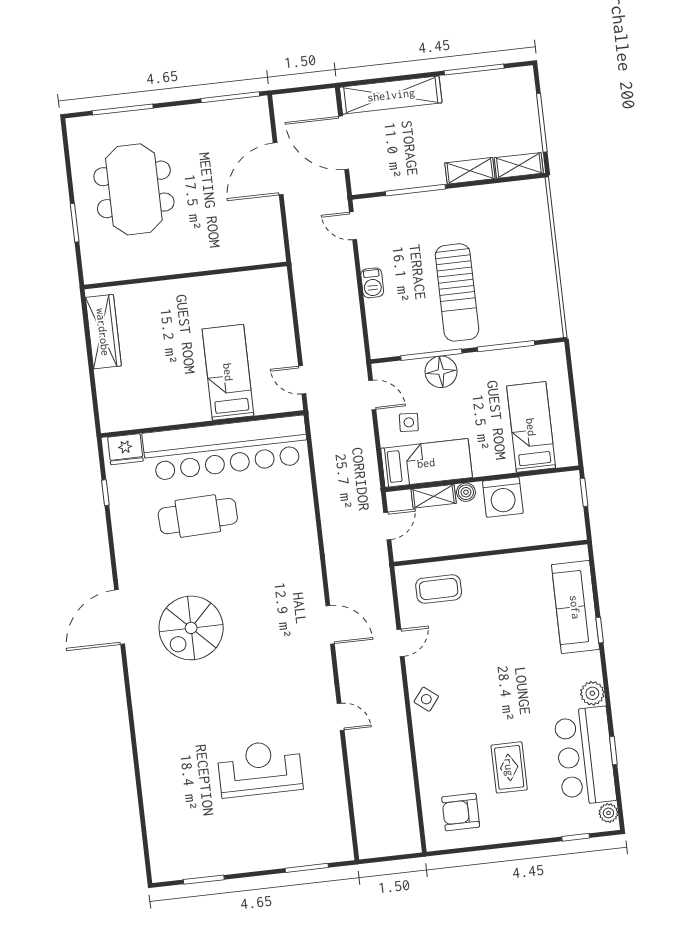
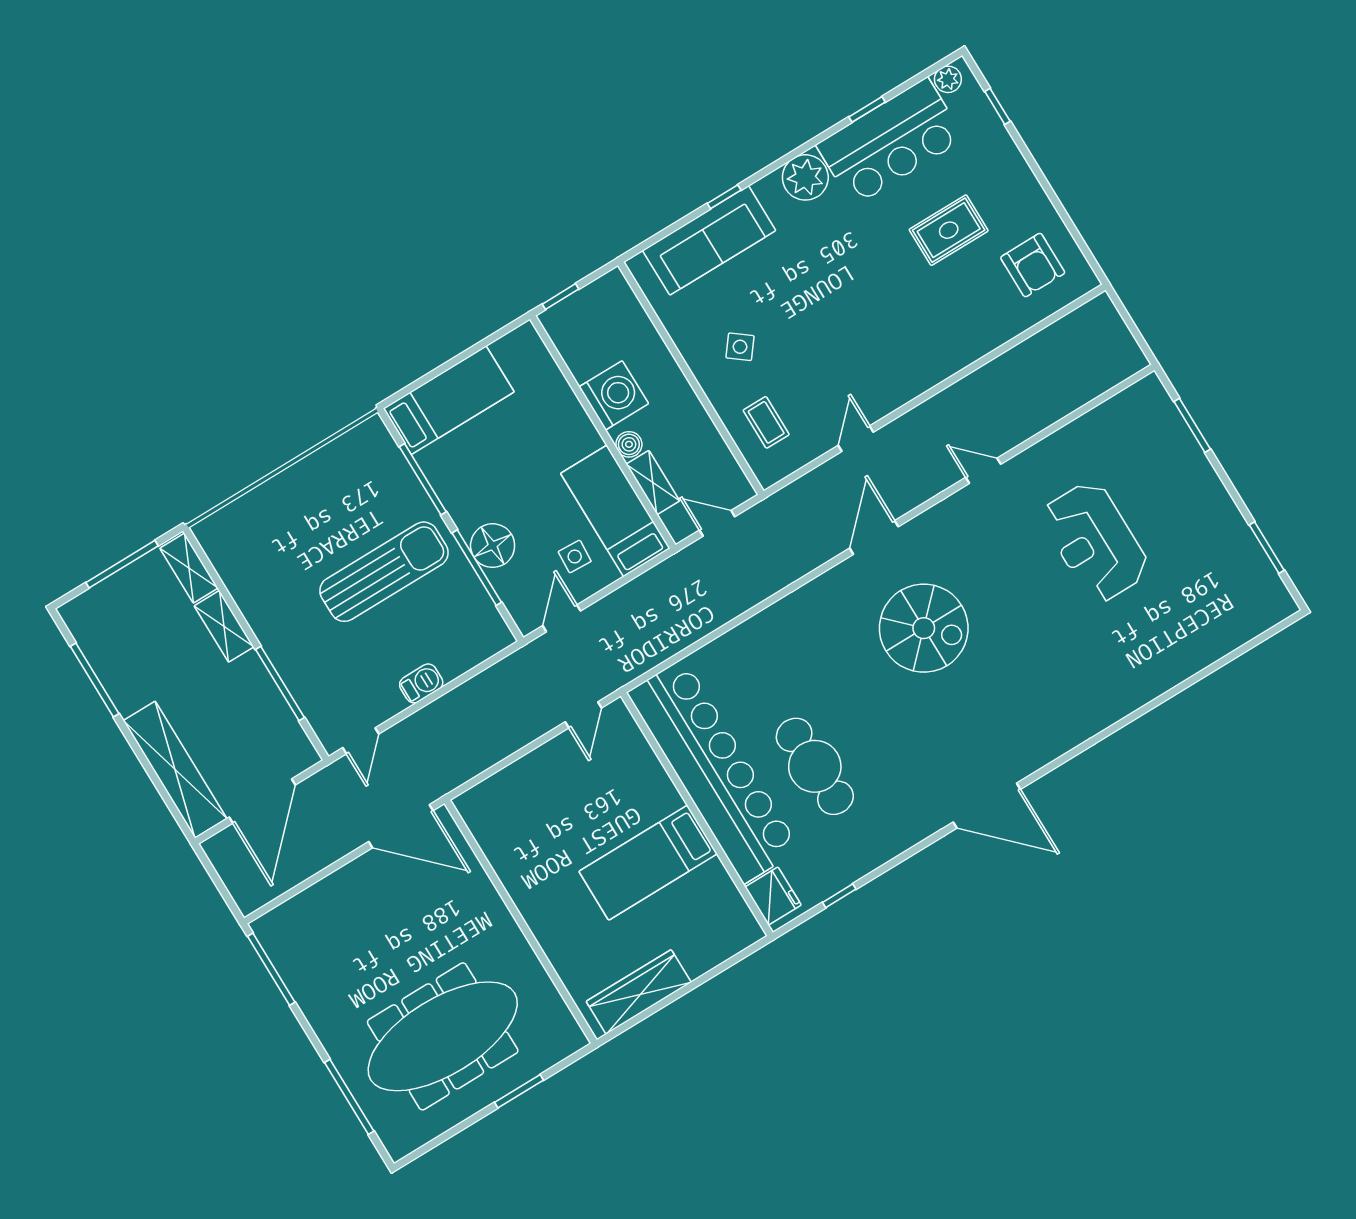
door: (278, 169) -> (401, 826), moved
meeting table: (134, 189) -> (443, 1036), width x1.36
bed: (228, 372) -> (648, 863), moved
bed: (531, 427) -> (449, 400), moved, turned 180
coffee table: (439, 589) -> (766, 422), width x0.73, depth x0.77
spiral stairs: (191, 628) -> (924, 628), moved
door: (401, 643) -> (856, 439), hinge flipped
plant: (592, 693) -> (805, 177), width x1.36, depth x1.36
side table: (426, 699) -> (740, 347), moved
door: (341, 717) -> (983, 471), hinge flipped

